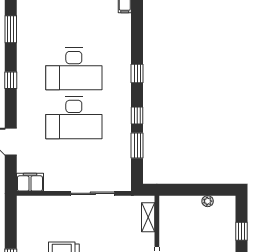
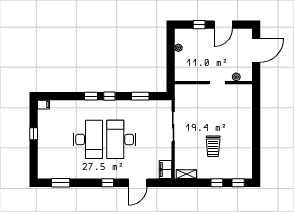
window: (11, 80) -> (108, 183), moved
window: (137, 116) -> (109, 96), moved
desk: (74, 118) -> (121, 139), turned 180
shelving: (148, 217) -> (186, 174), moved

